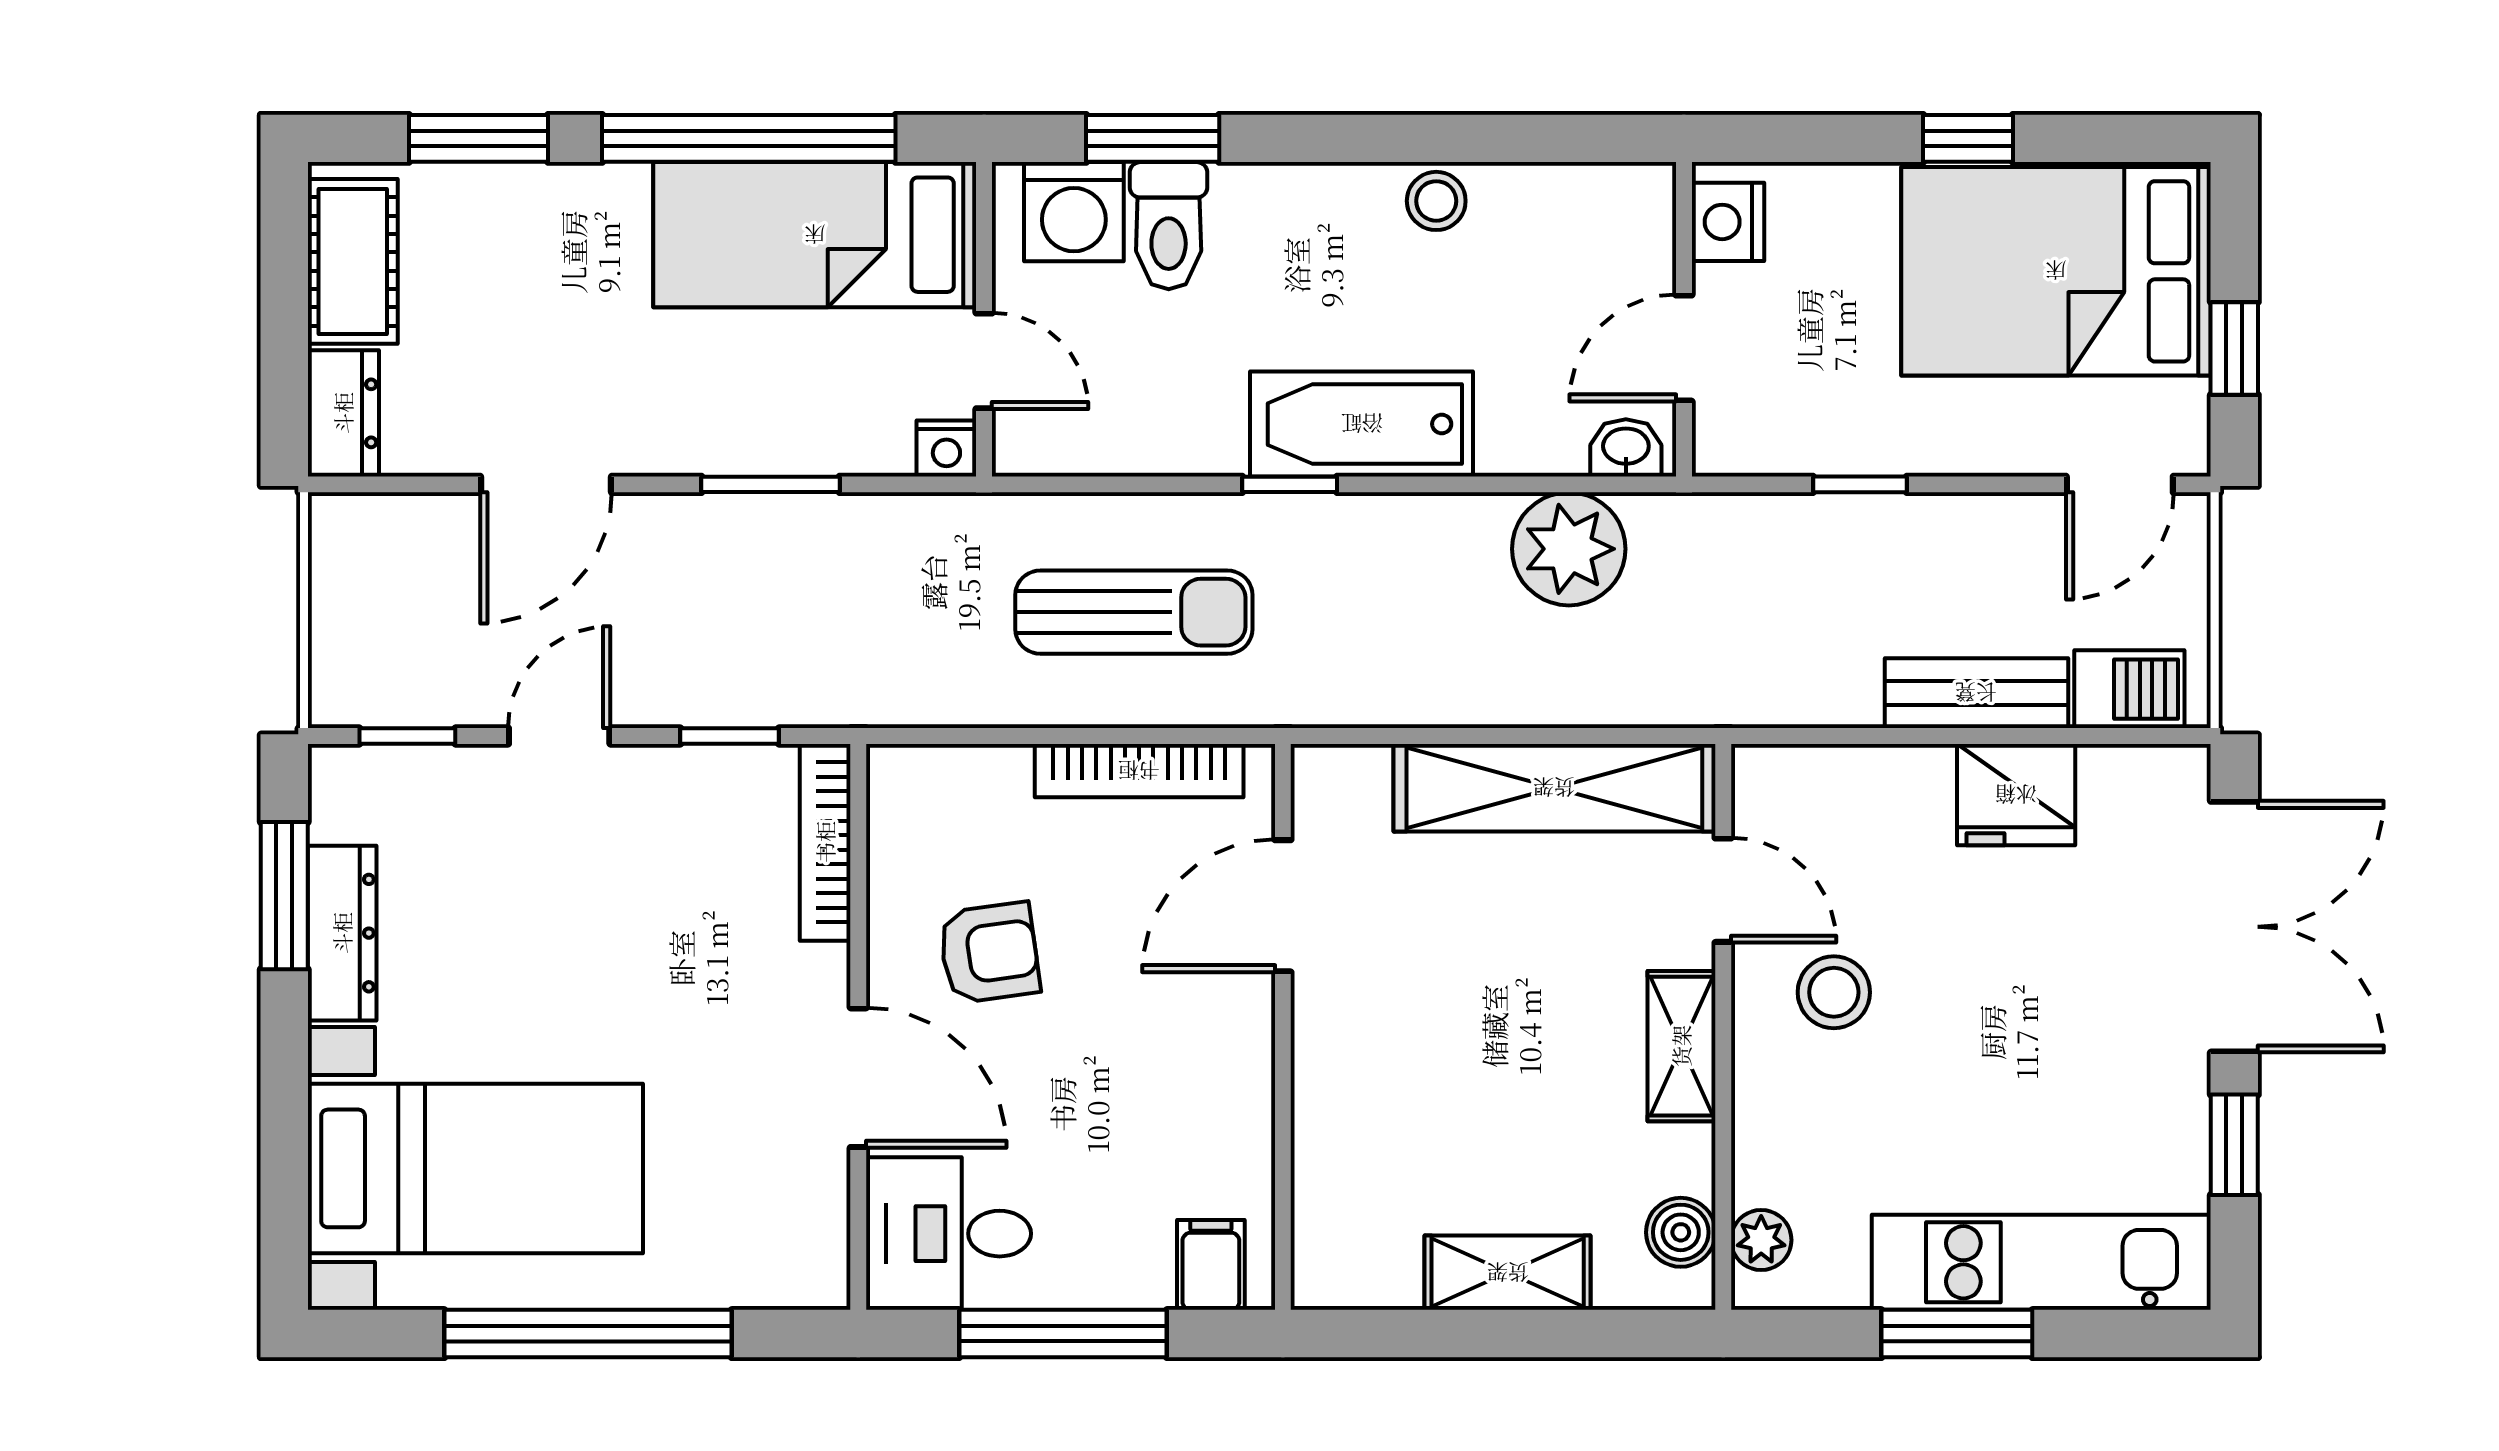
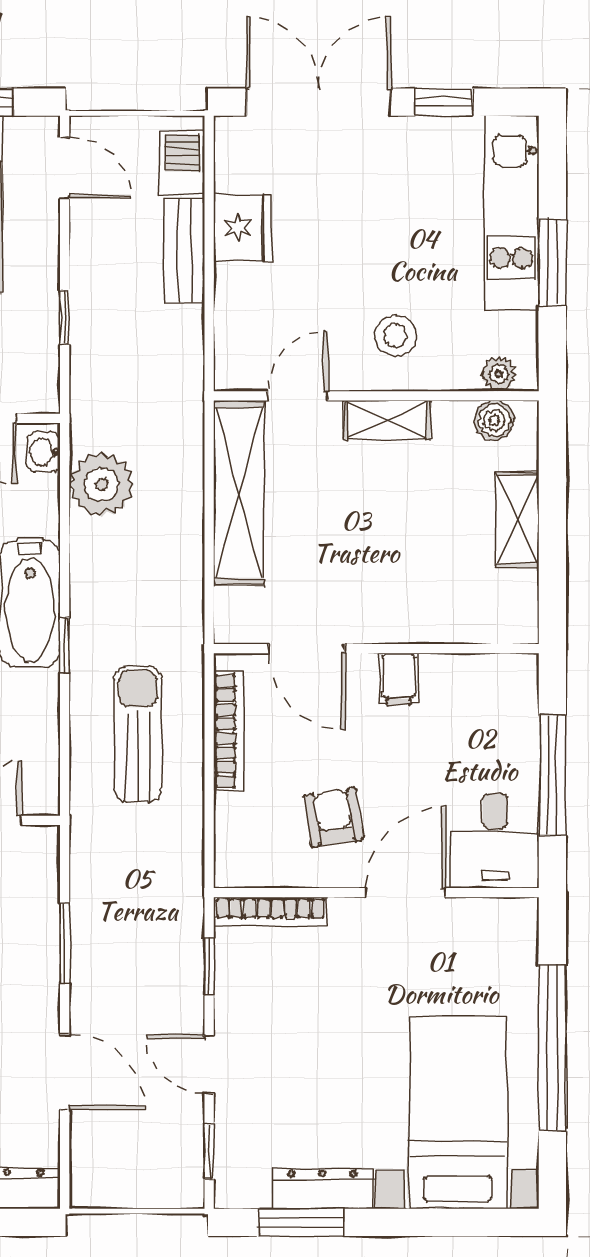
nightstand: (946, 448) -> (44, 842), removed
stool: (1834, 992) -> (396, 336), moved
filing cabinet: (1211, 1265) -> (399, 679), moved, turned -90

